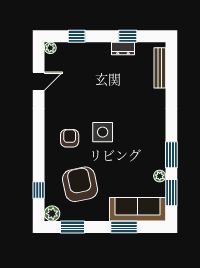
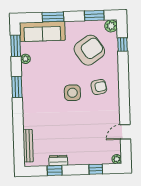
armchair: (70, 138) -> (99, 87), turned -101
window: (171, 155) -> (17, 87), moved
armchair: (80, 184) -> (89, 50), turned -112

